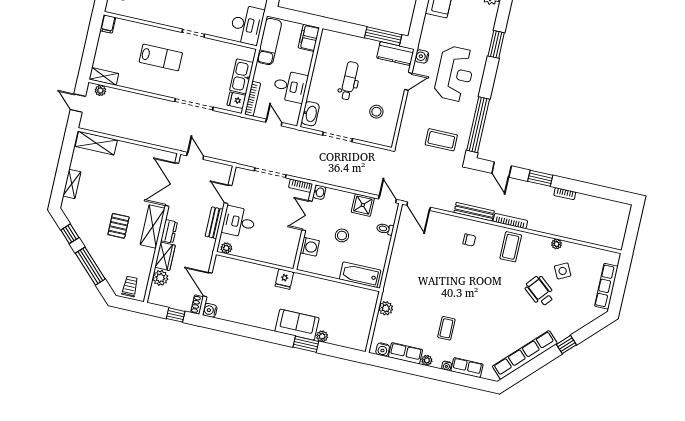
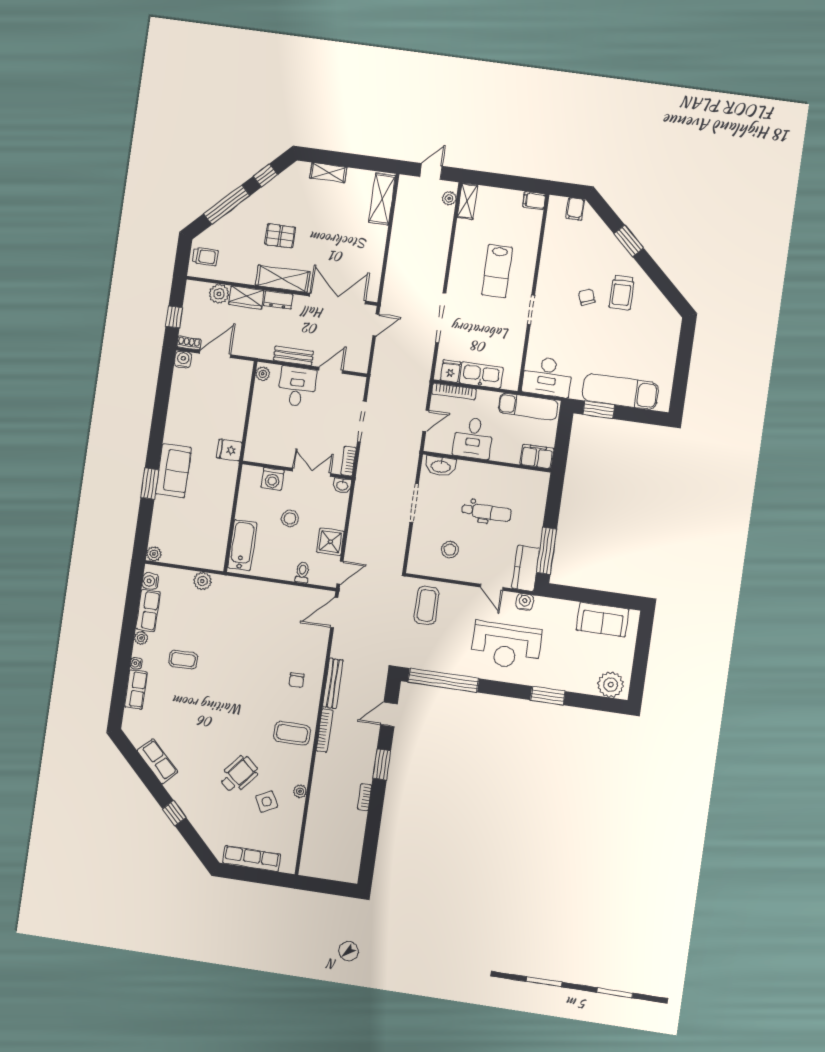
coffee table: (441, 140) -> (427, 606), moved
plant: (322, 336) -> (154, 554), moved
row of seats: (525, 355) -> (157, 761), width x0.50

